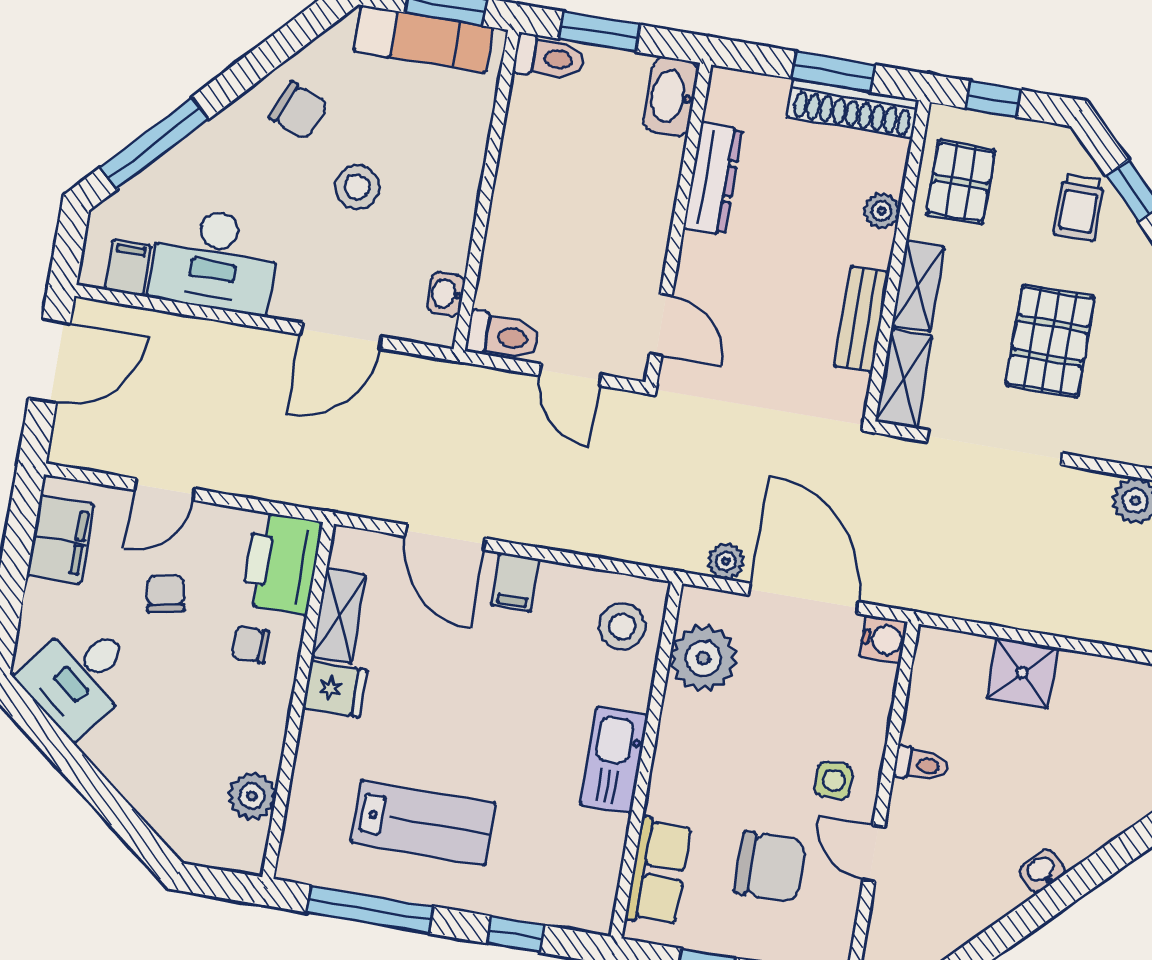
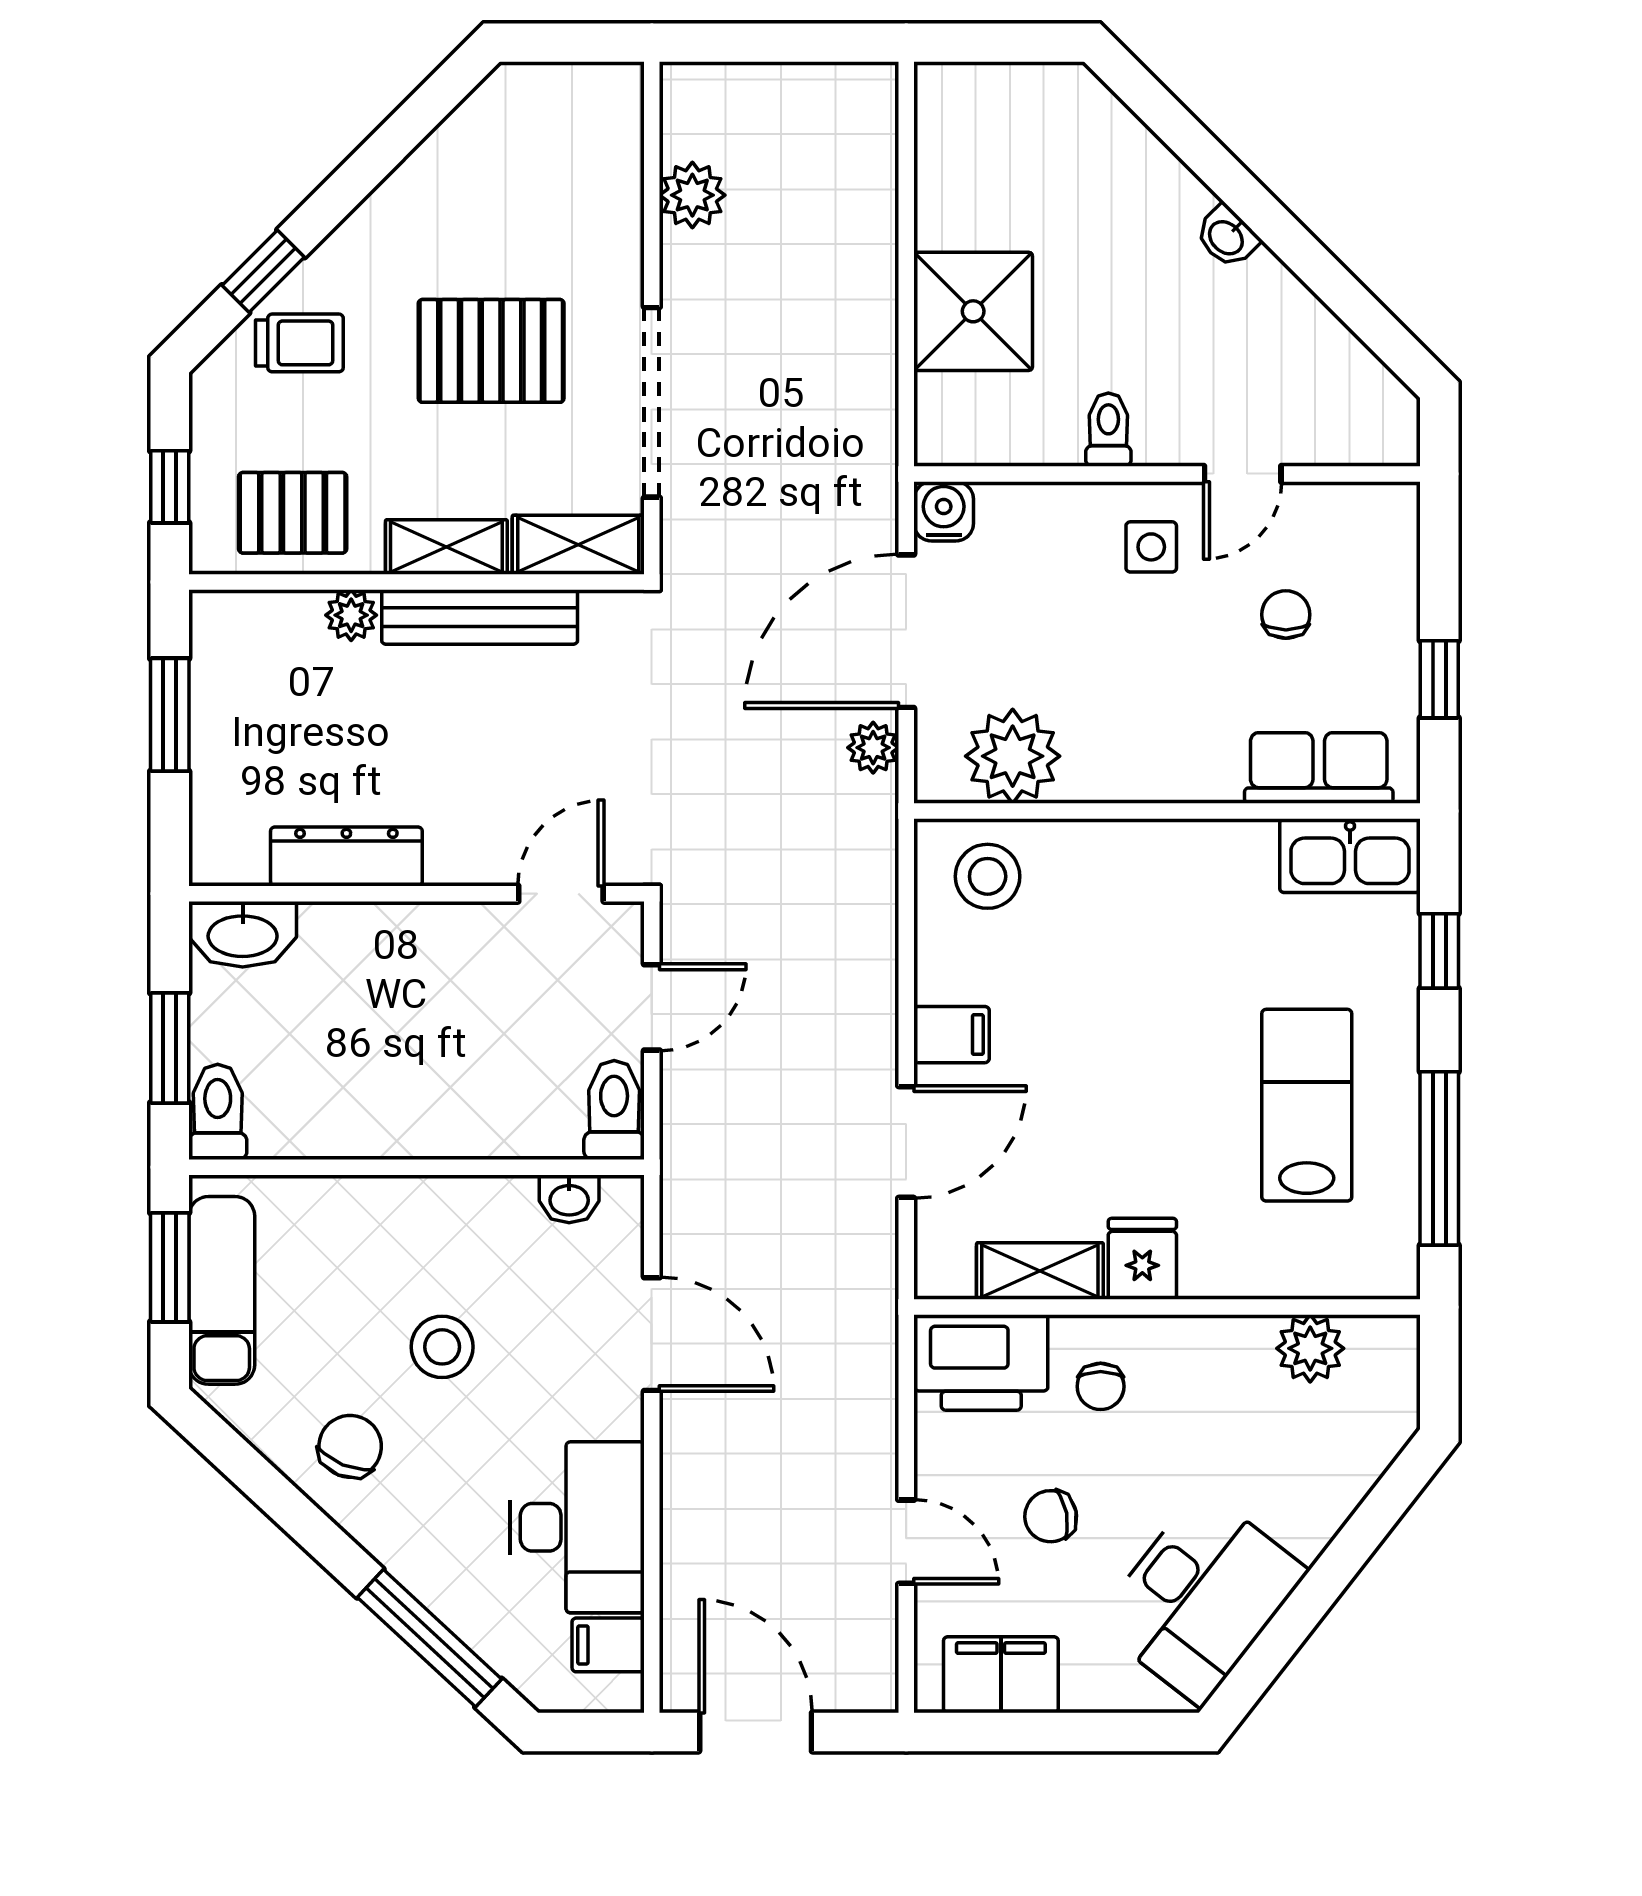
shoe rack: (853, 109) -> (216, 679), removed
bench: (862, 319) -> (480, 617), width x1.36
shower: (1022, 673) -> (973, 311), width x1.36, depth x1.36
desk: (79, 677) -> (1201, 1597), width x1.37
kitchen sink: (614, 760) -> (1350, 856), moved
chair: (770, 867) -> (1286, 615), width x0.54, depth x0.54

